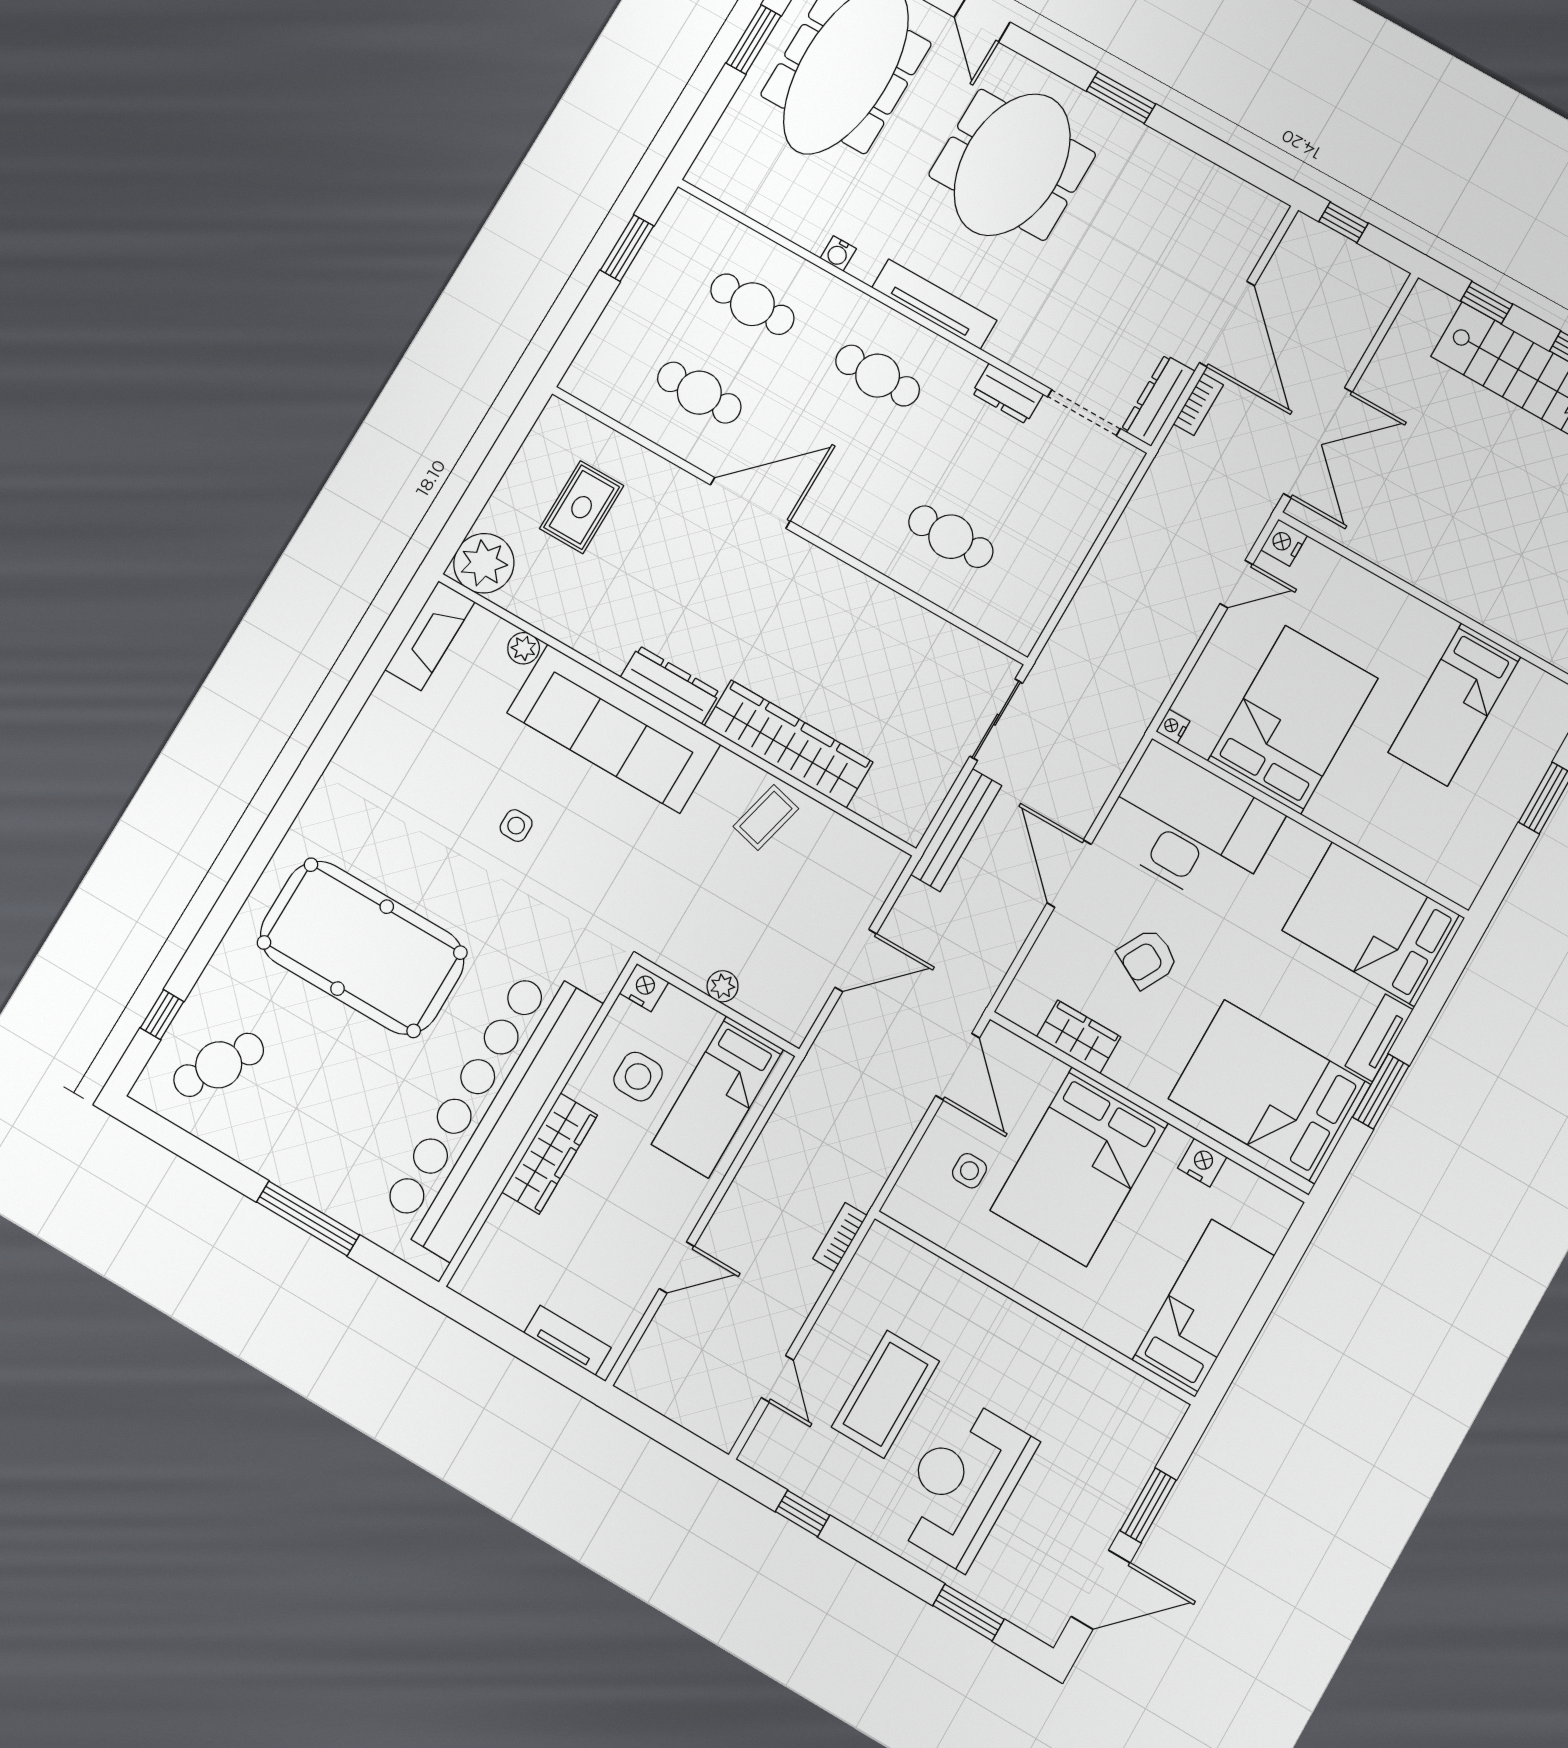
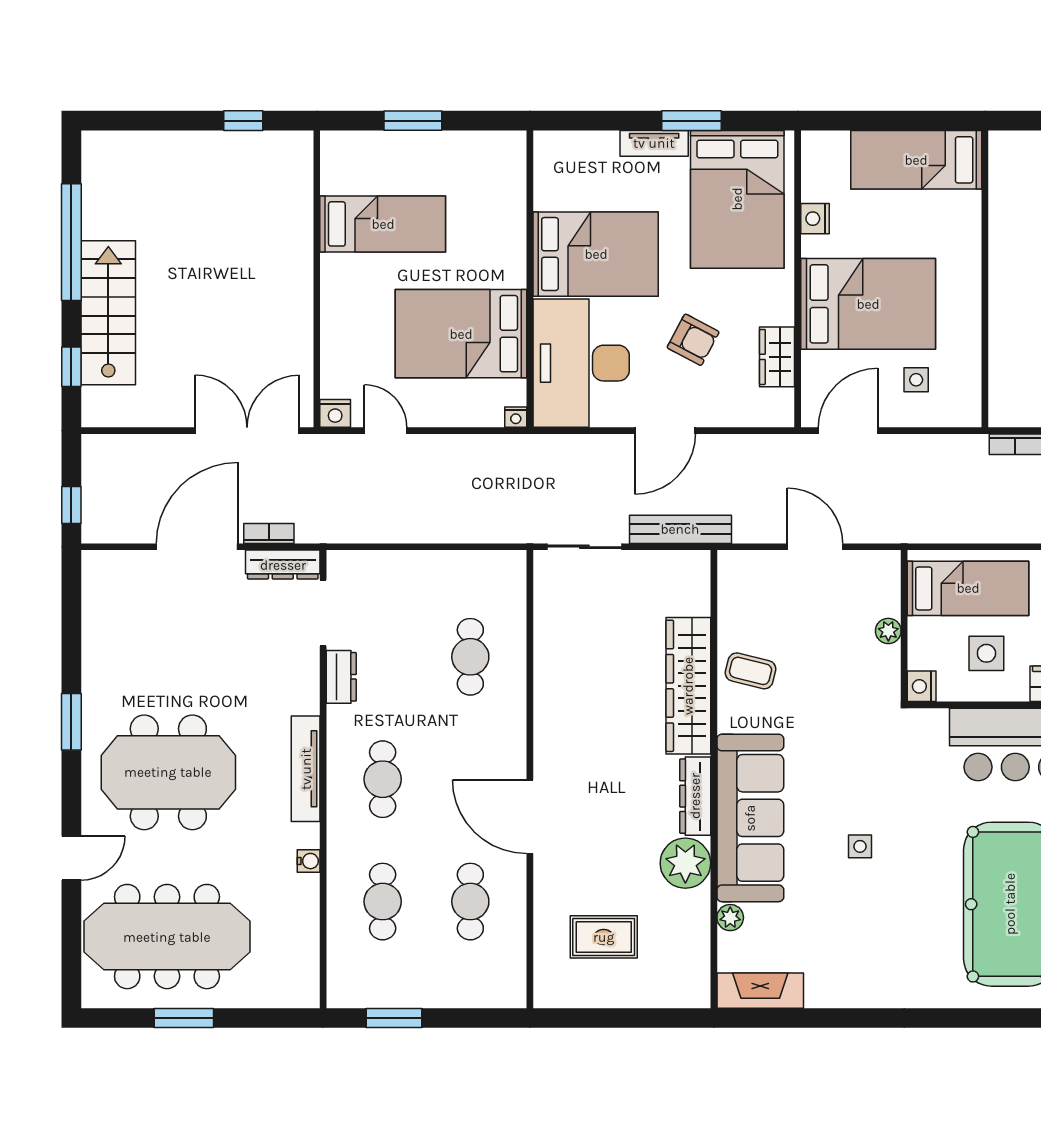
plant: (484, 563) -> (685, 863), moved
bed: (1373, 924) -> (596, 254), moved, turned -90

